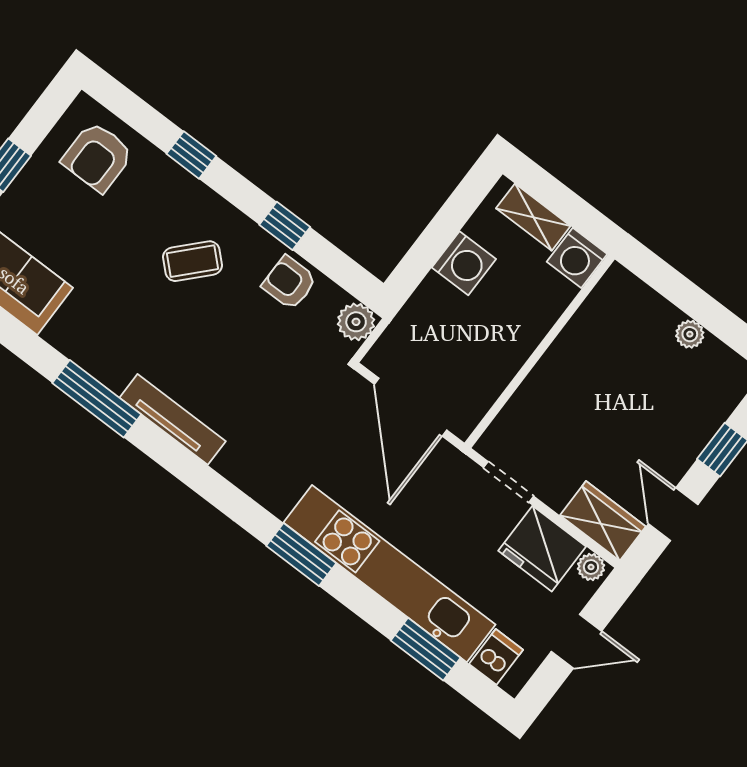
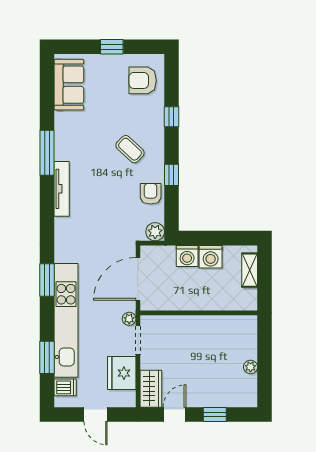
washing machine: (577, 258) -> (187, 256), moved, turned -90
plant: (591, 567) -> (129, 319), moved

